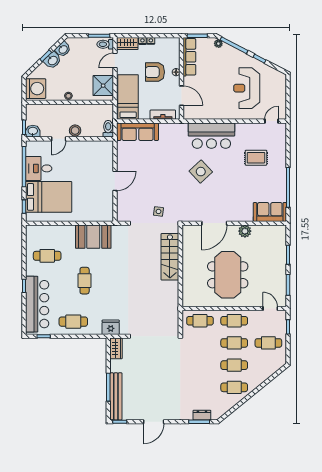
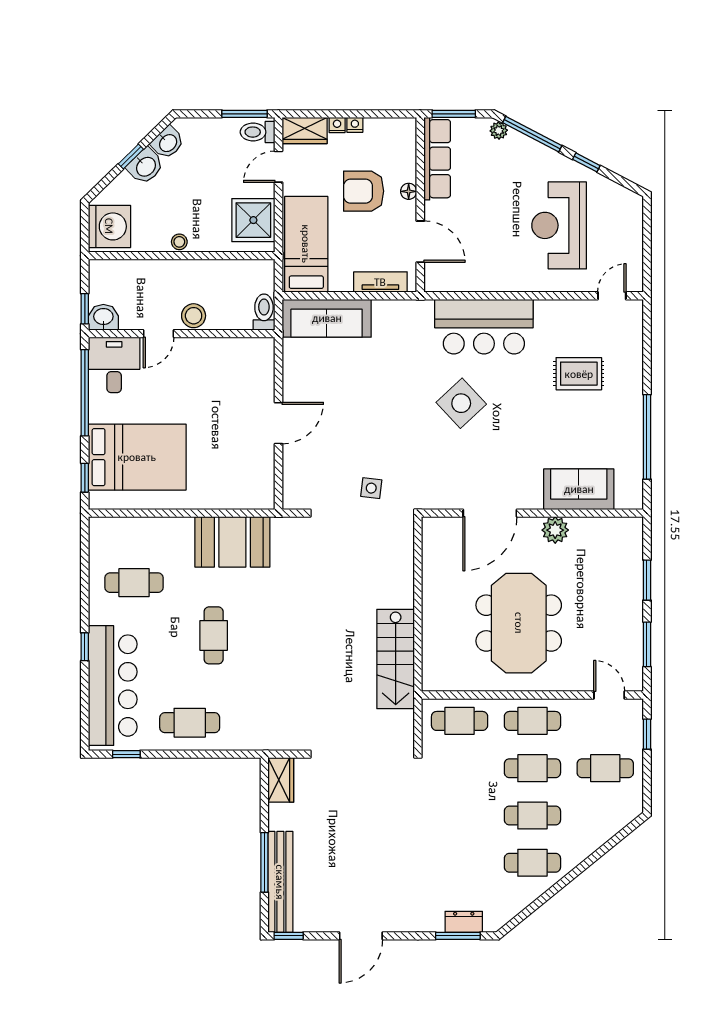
desk: (39, 168) -> (114, 365), moved, turned 90
sofa: (270, 212) -> (579, 489), moved
stairs: (170, 257) -> (396, 659), moved
fridge: (111, 327) -> (269, 735), removed

